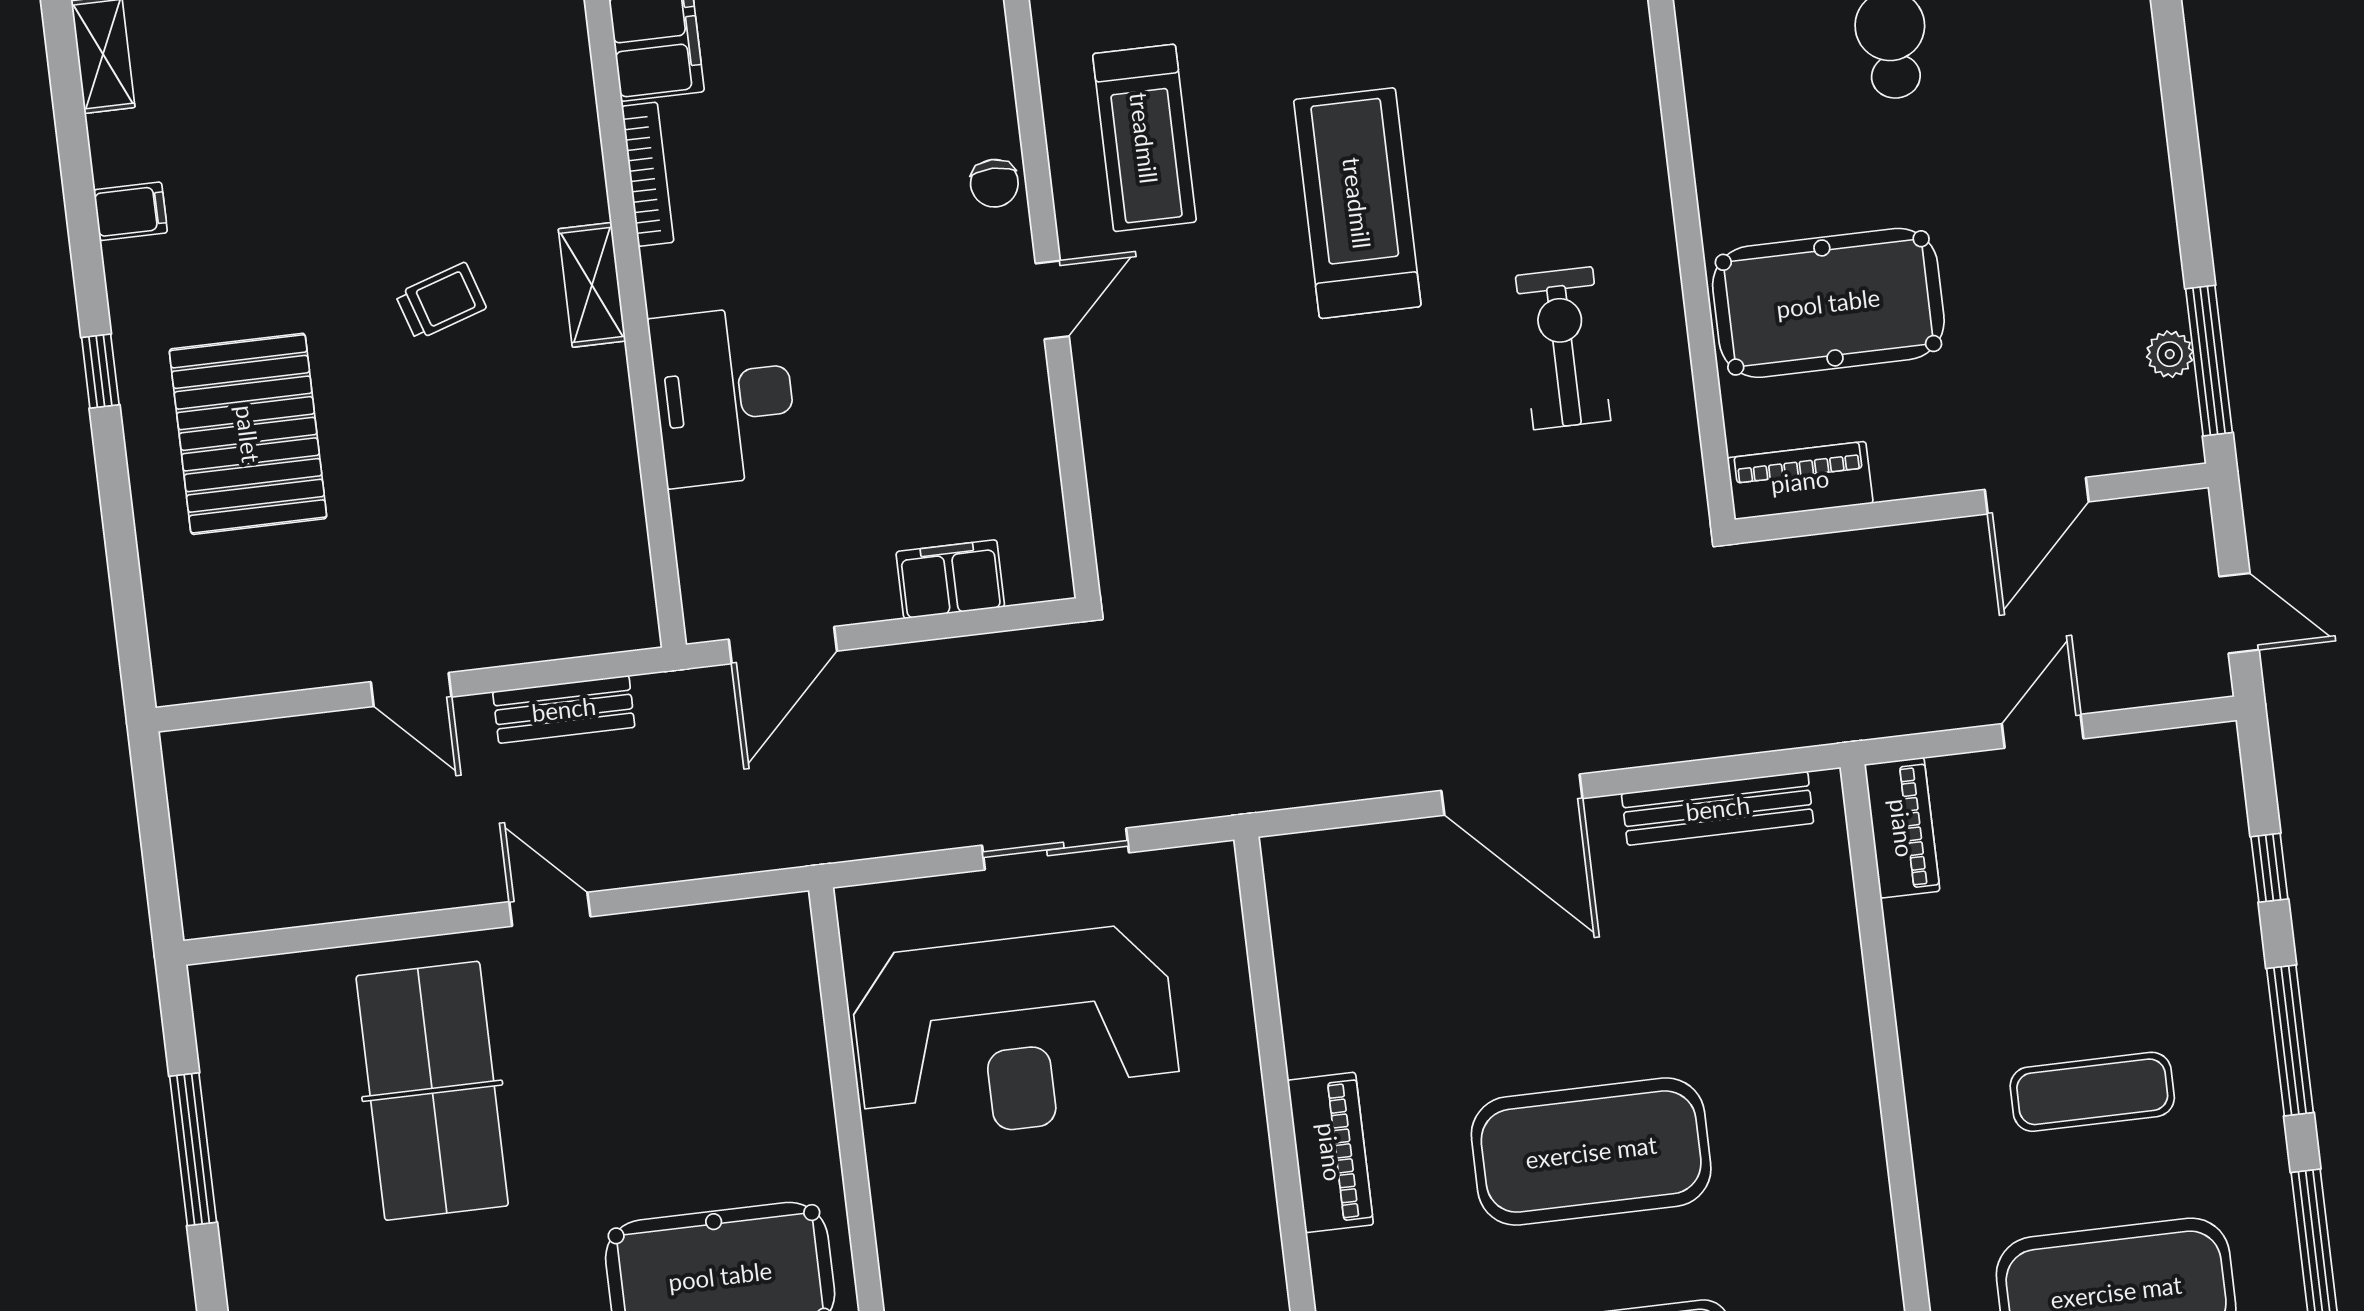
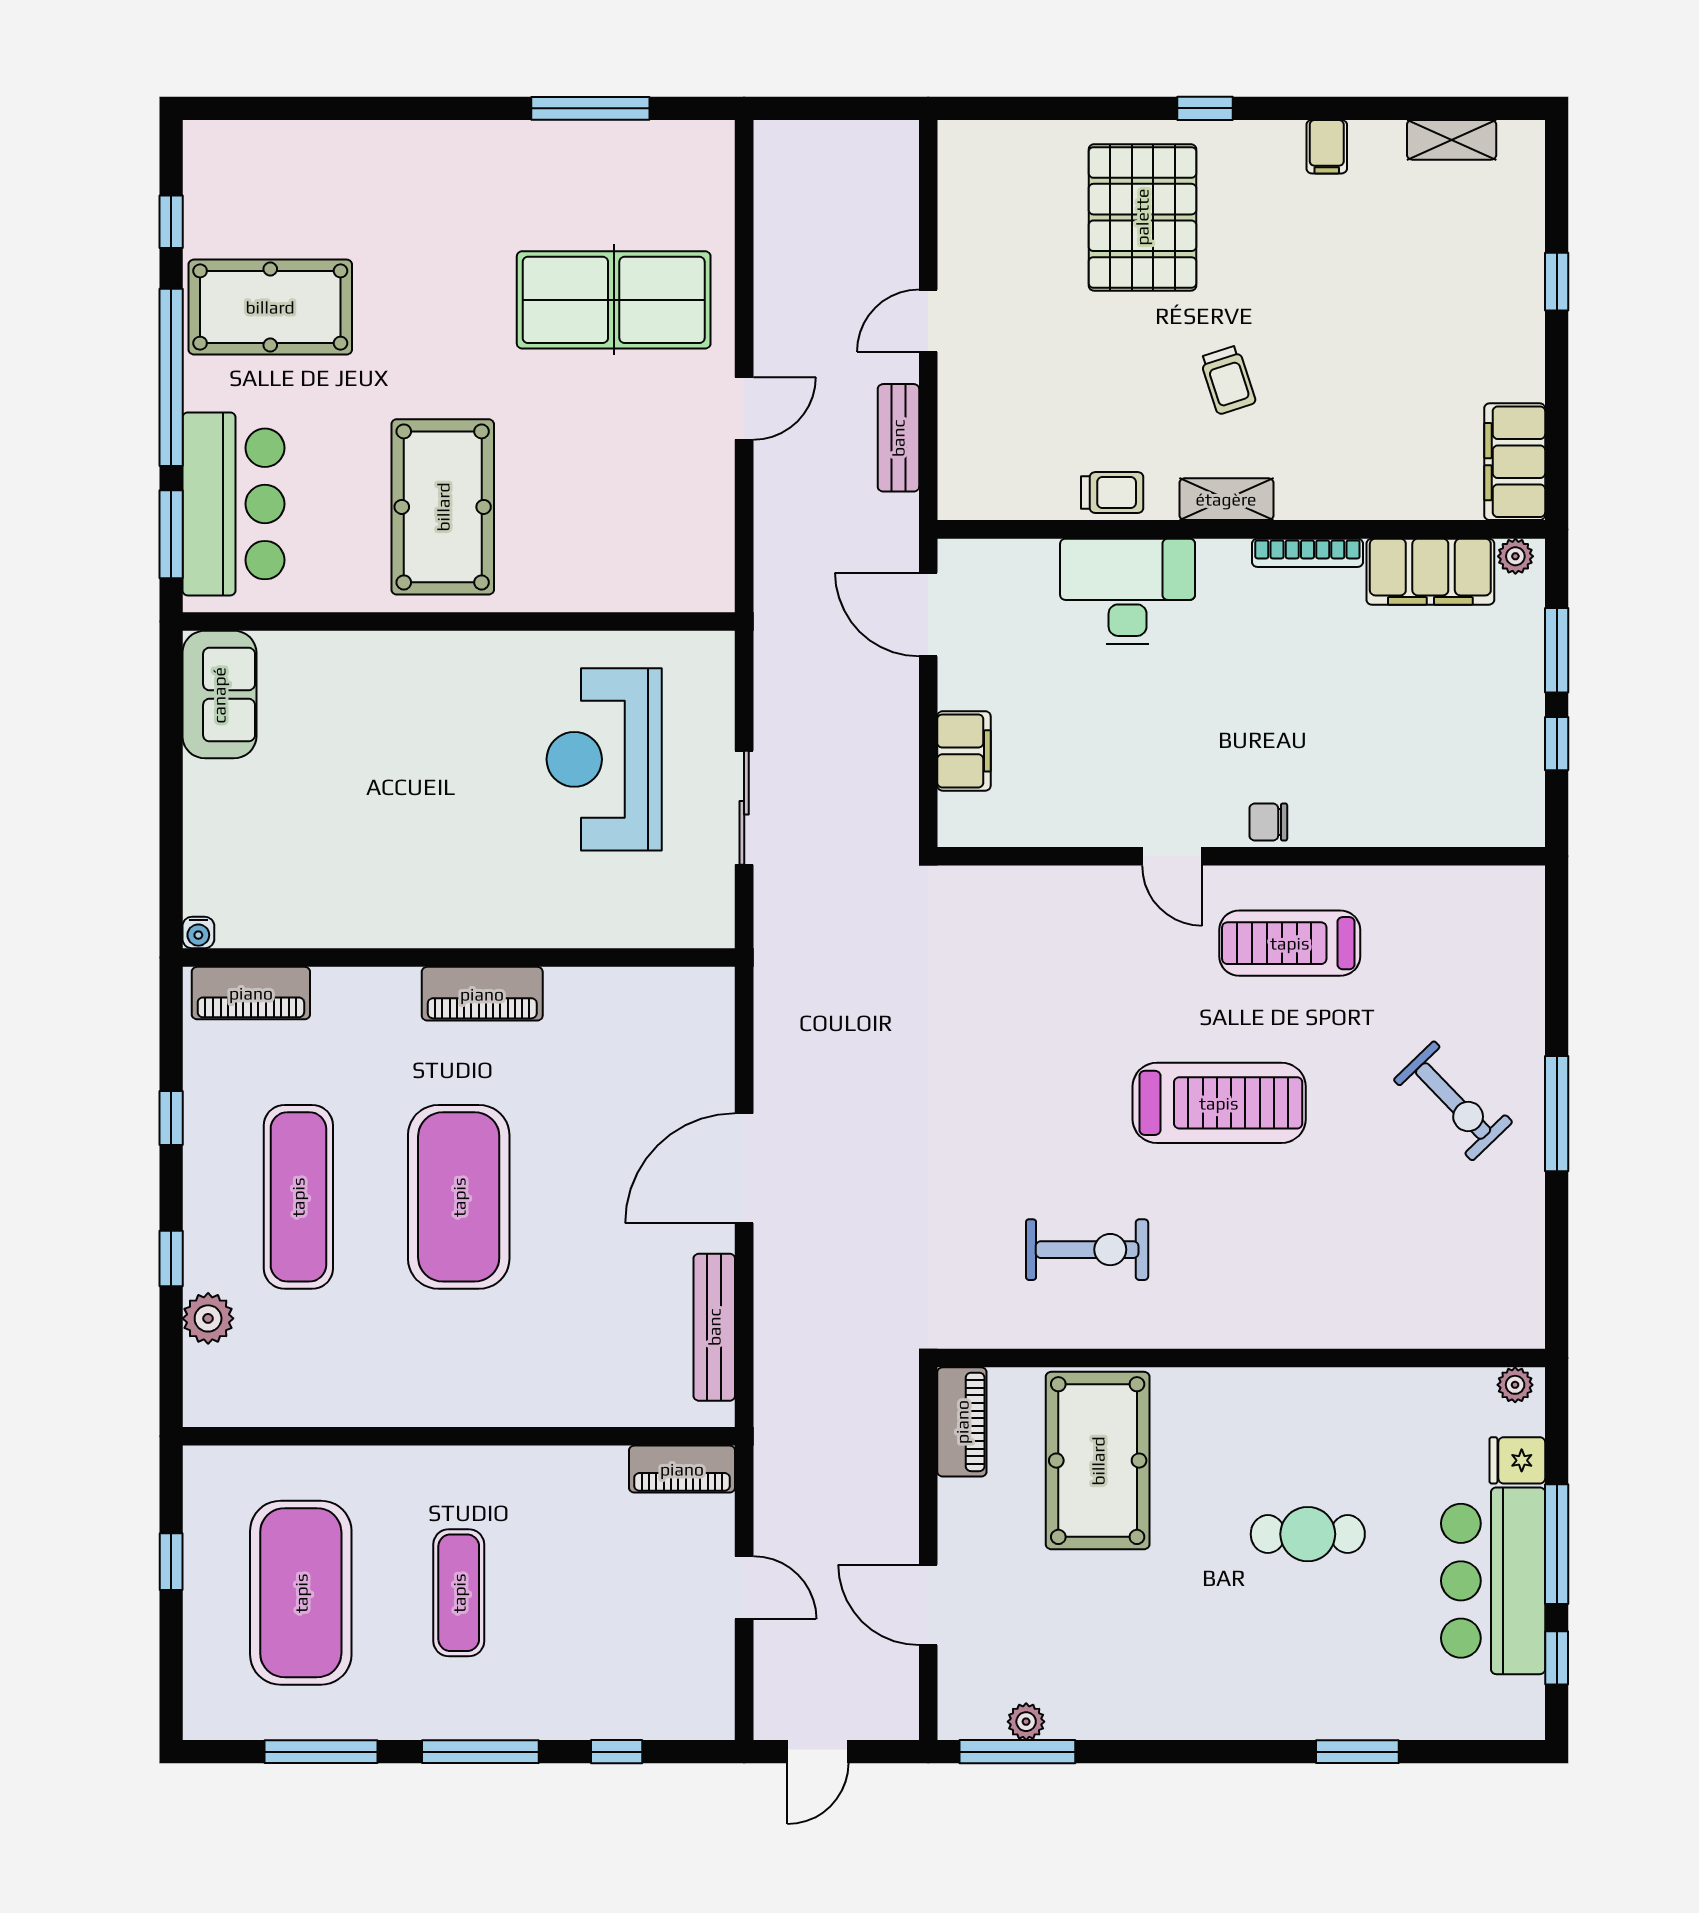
trolley: (601, 431) -> (1112, 493), added
pallet: (248, 434) -> (1142, 217), turned 90
reception desk: (1015, 1034) -> (604, 759), width x0.74, depth x0.77

